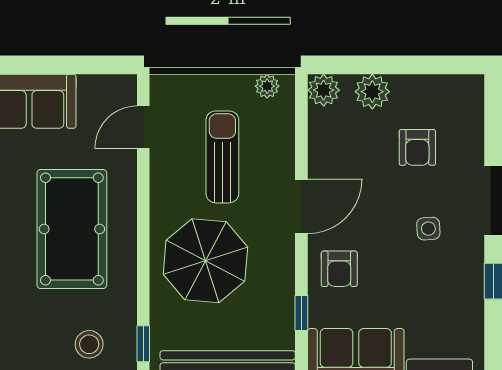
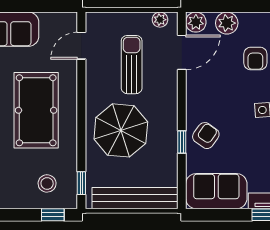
door: (301, 206) -> (182, 52), moved
armchair: (339, 269) -> (206, 136), turned -145
window: (301, 313) -> (182, 142), moved

